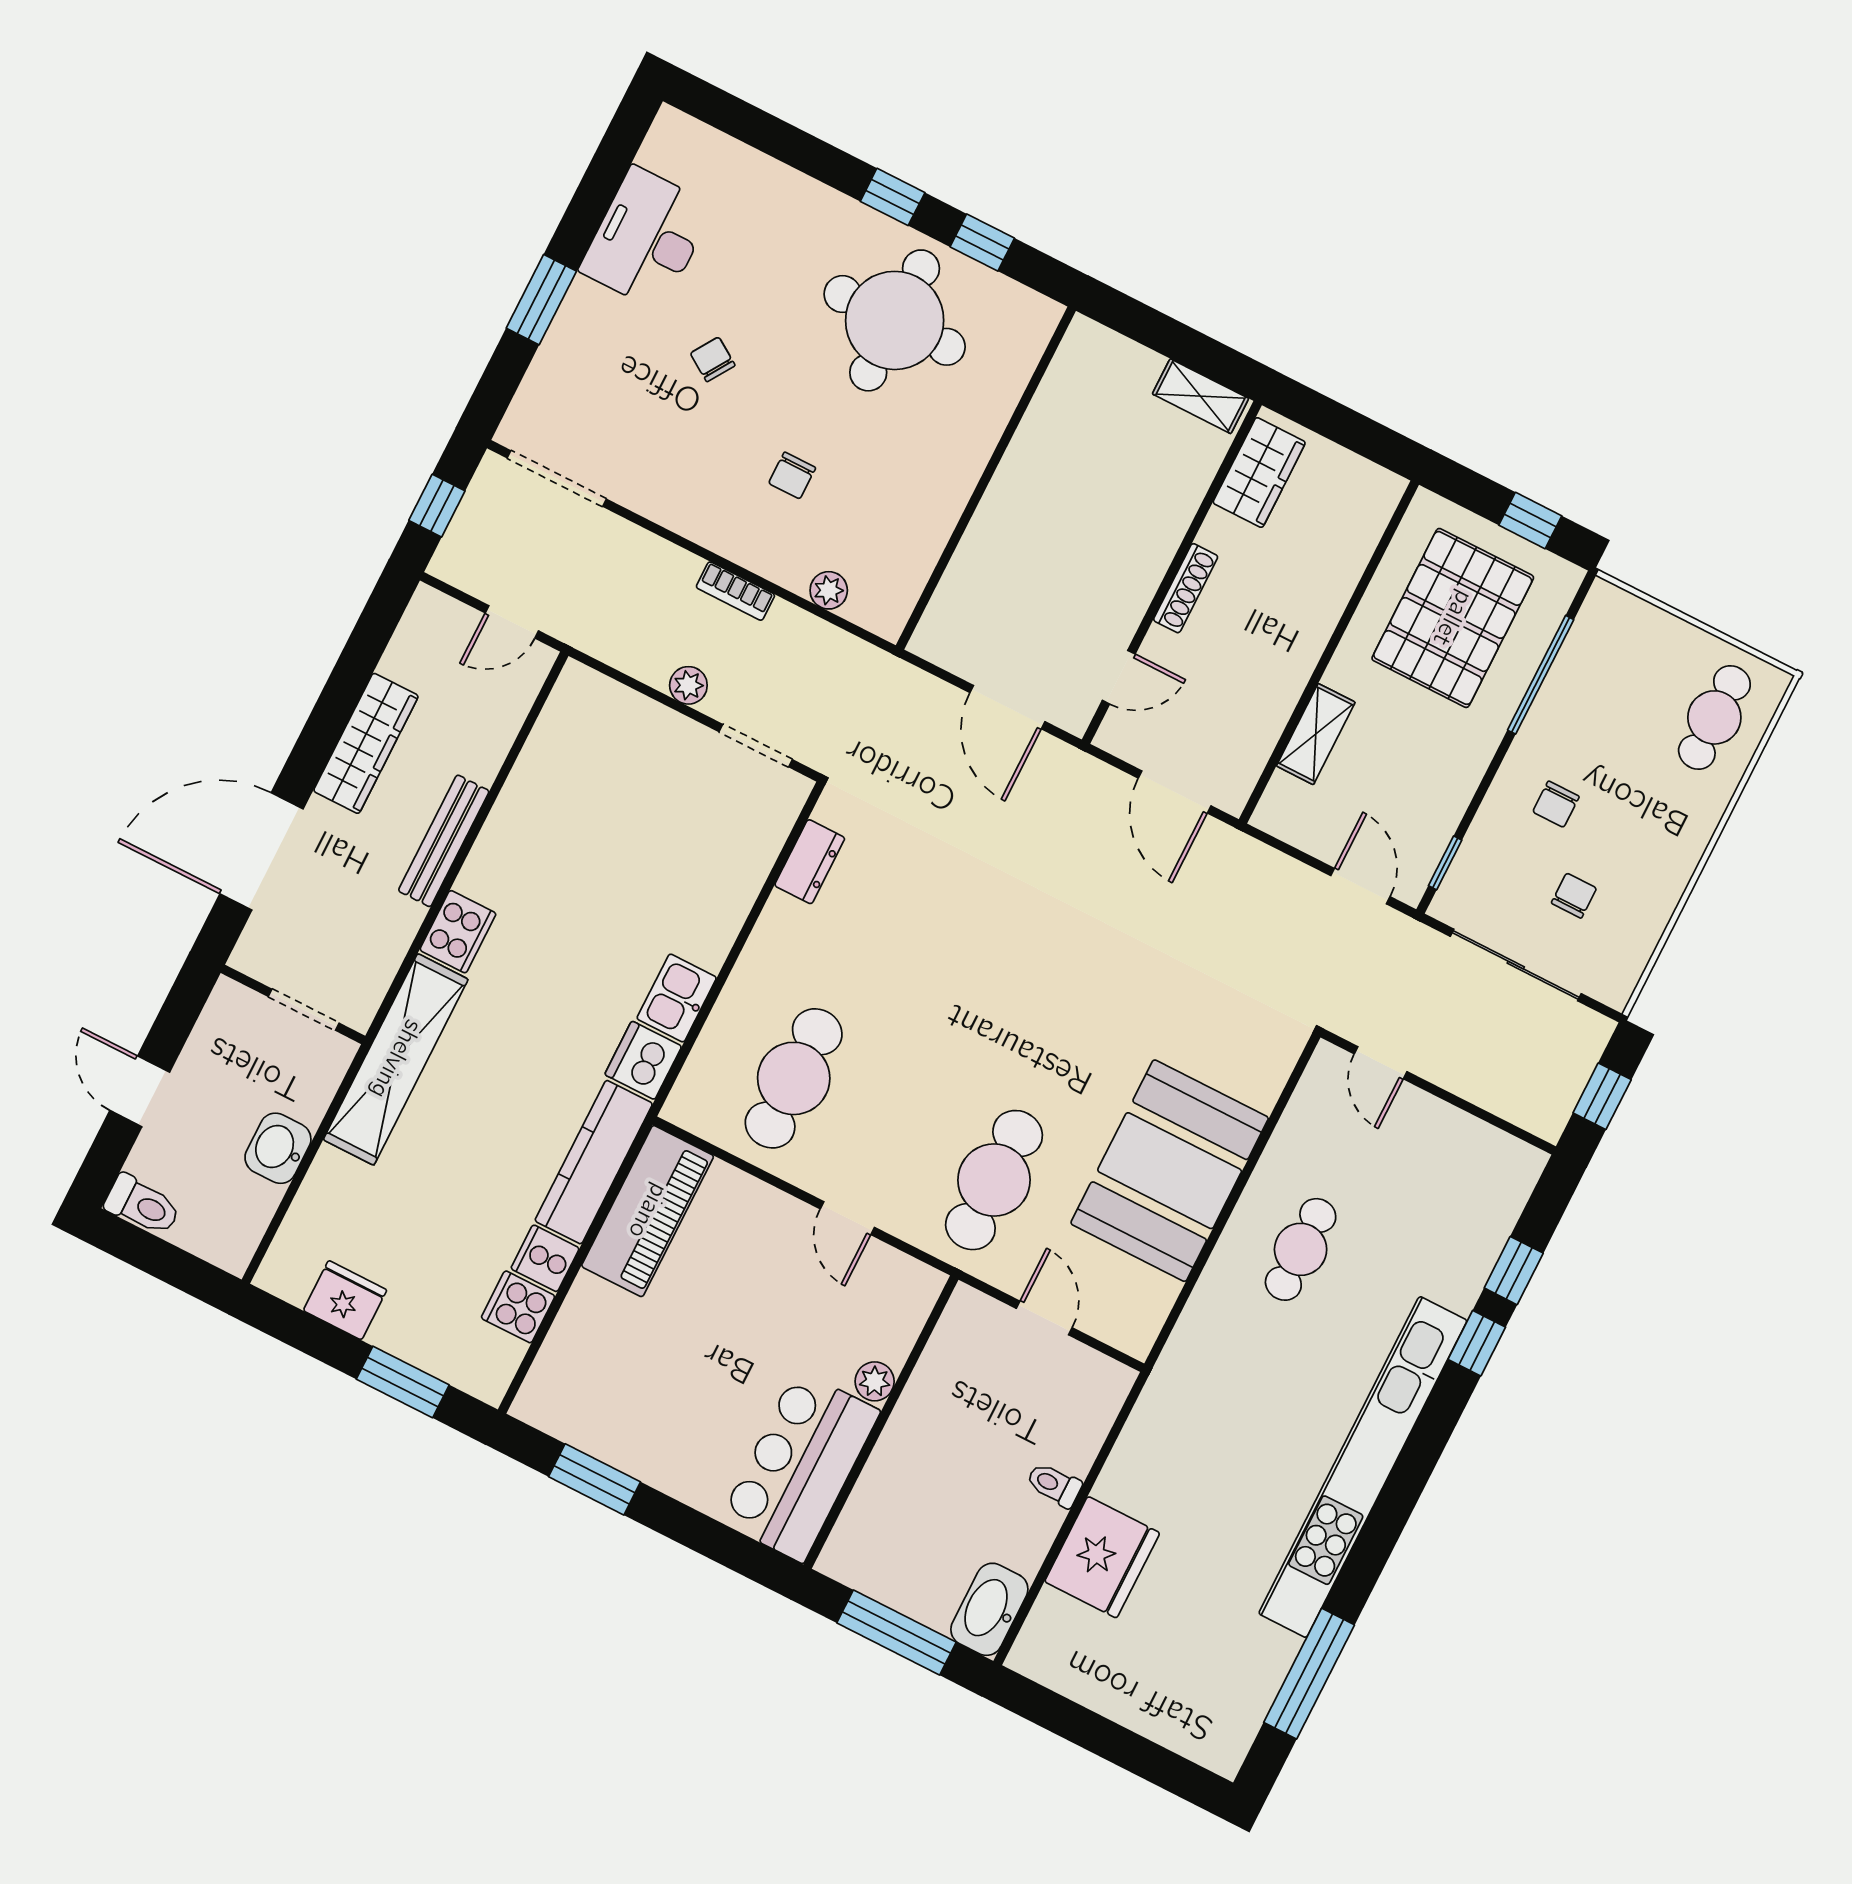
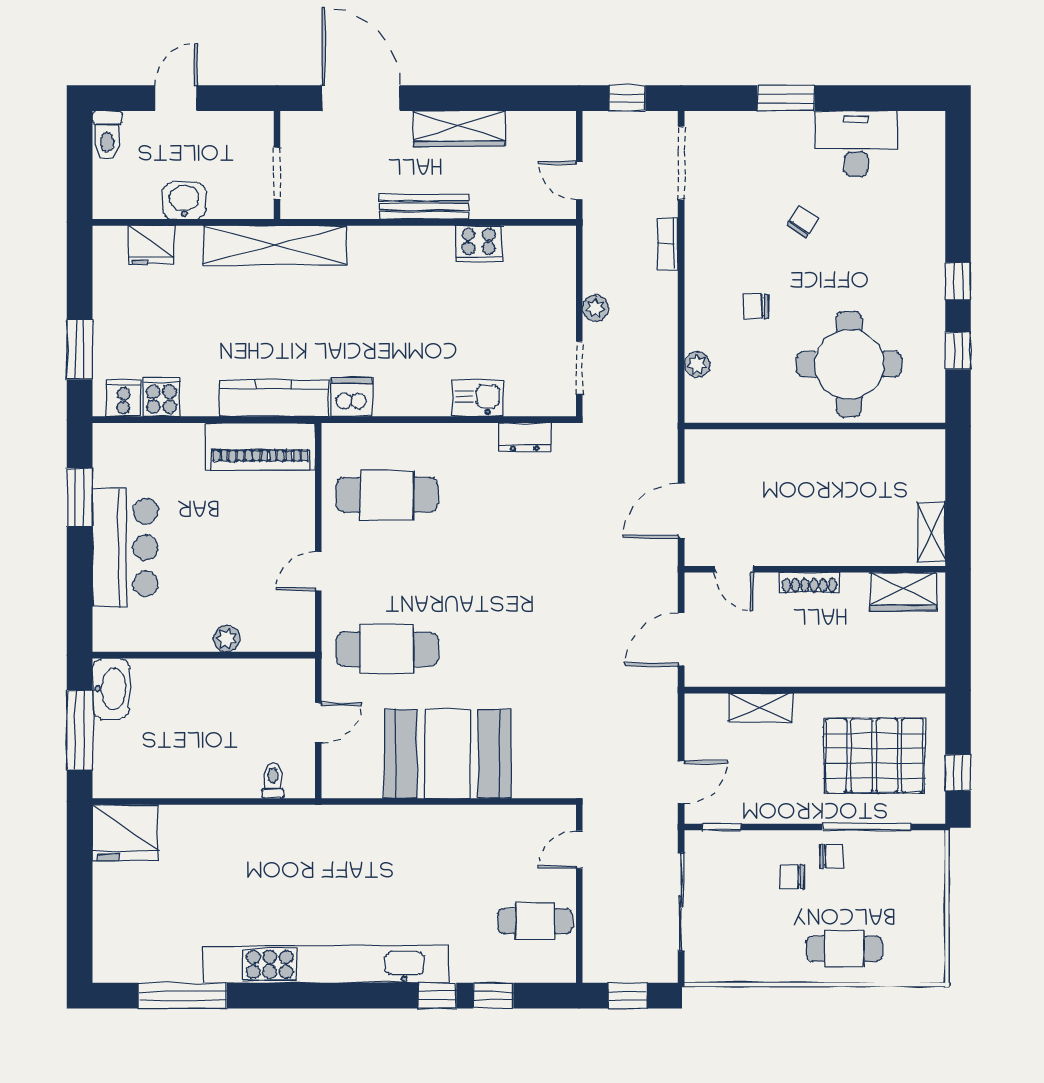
round table: (895, 320) -> (849, 364), moved
bookcase: (735, 591) -> (668, 243), moved
cafe table: (1714, 717) -> (844, 949), moved
chair: (1574, 896) -> (831, 856), moved
cooker: (458, 932) -> (479, 244), moved
kitchen sink: (677, 998) -> (478, 398), moved
cafe table: (1301, 1249) -> (535, 921), moved
cooker: (545, 1258) -> (123, 398), moved
fridge: (345, 1300) -> (151, 245), moved, turned 90
bar counter: (800, 1466) -> (125, 547), moved, turned 90
toilet: (1054, 1485) -> (273, 781), moved
fridge: (1102, 1557) -> (125, 833), moved
washbasin: (989, 1609) -> (111, 689), moved, turned 90

